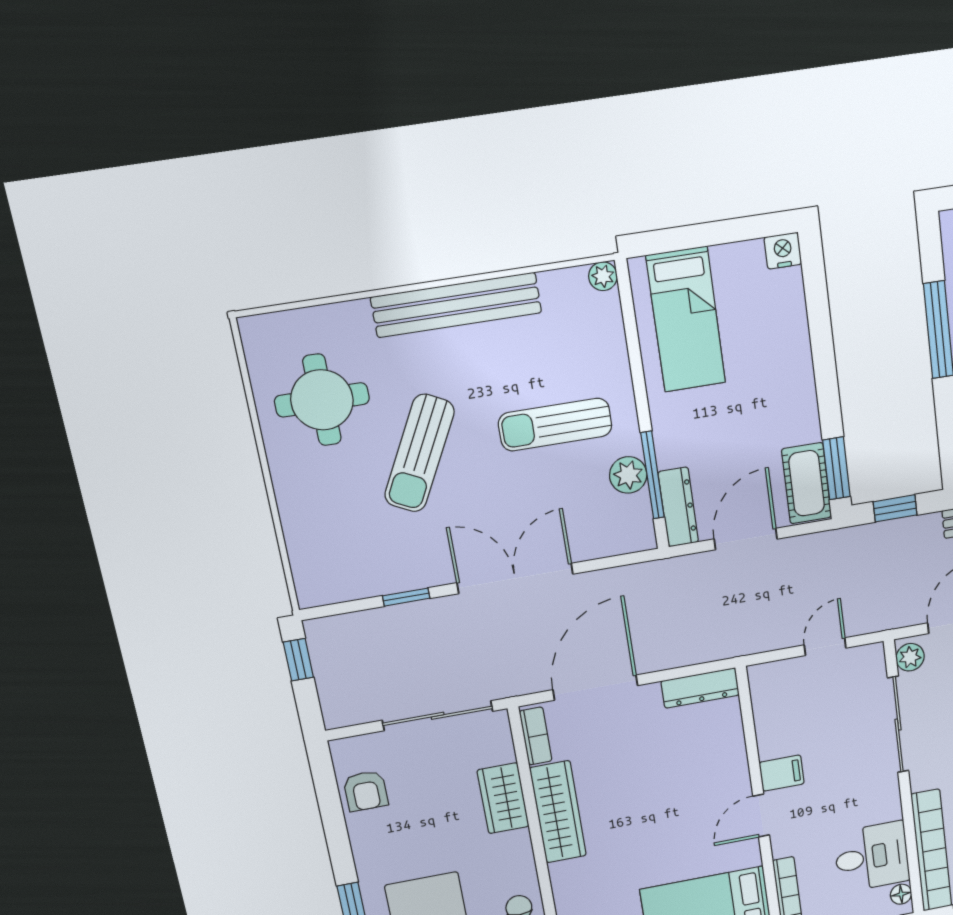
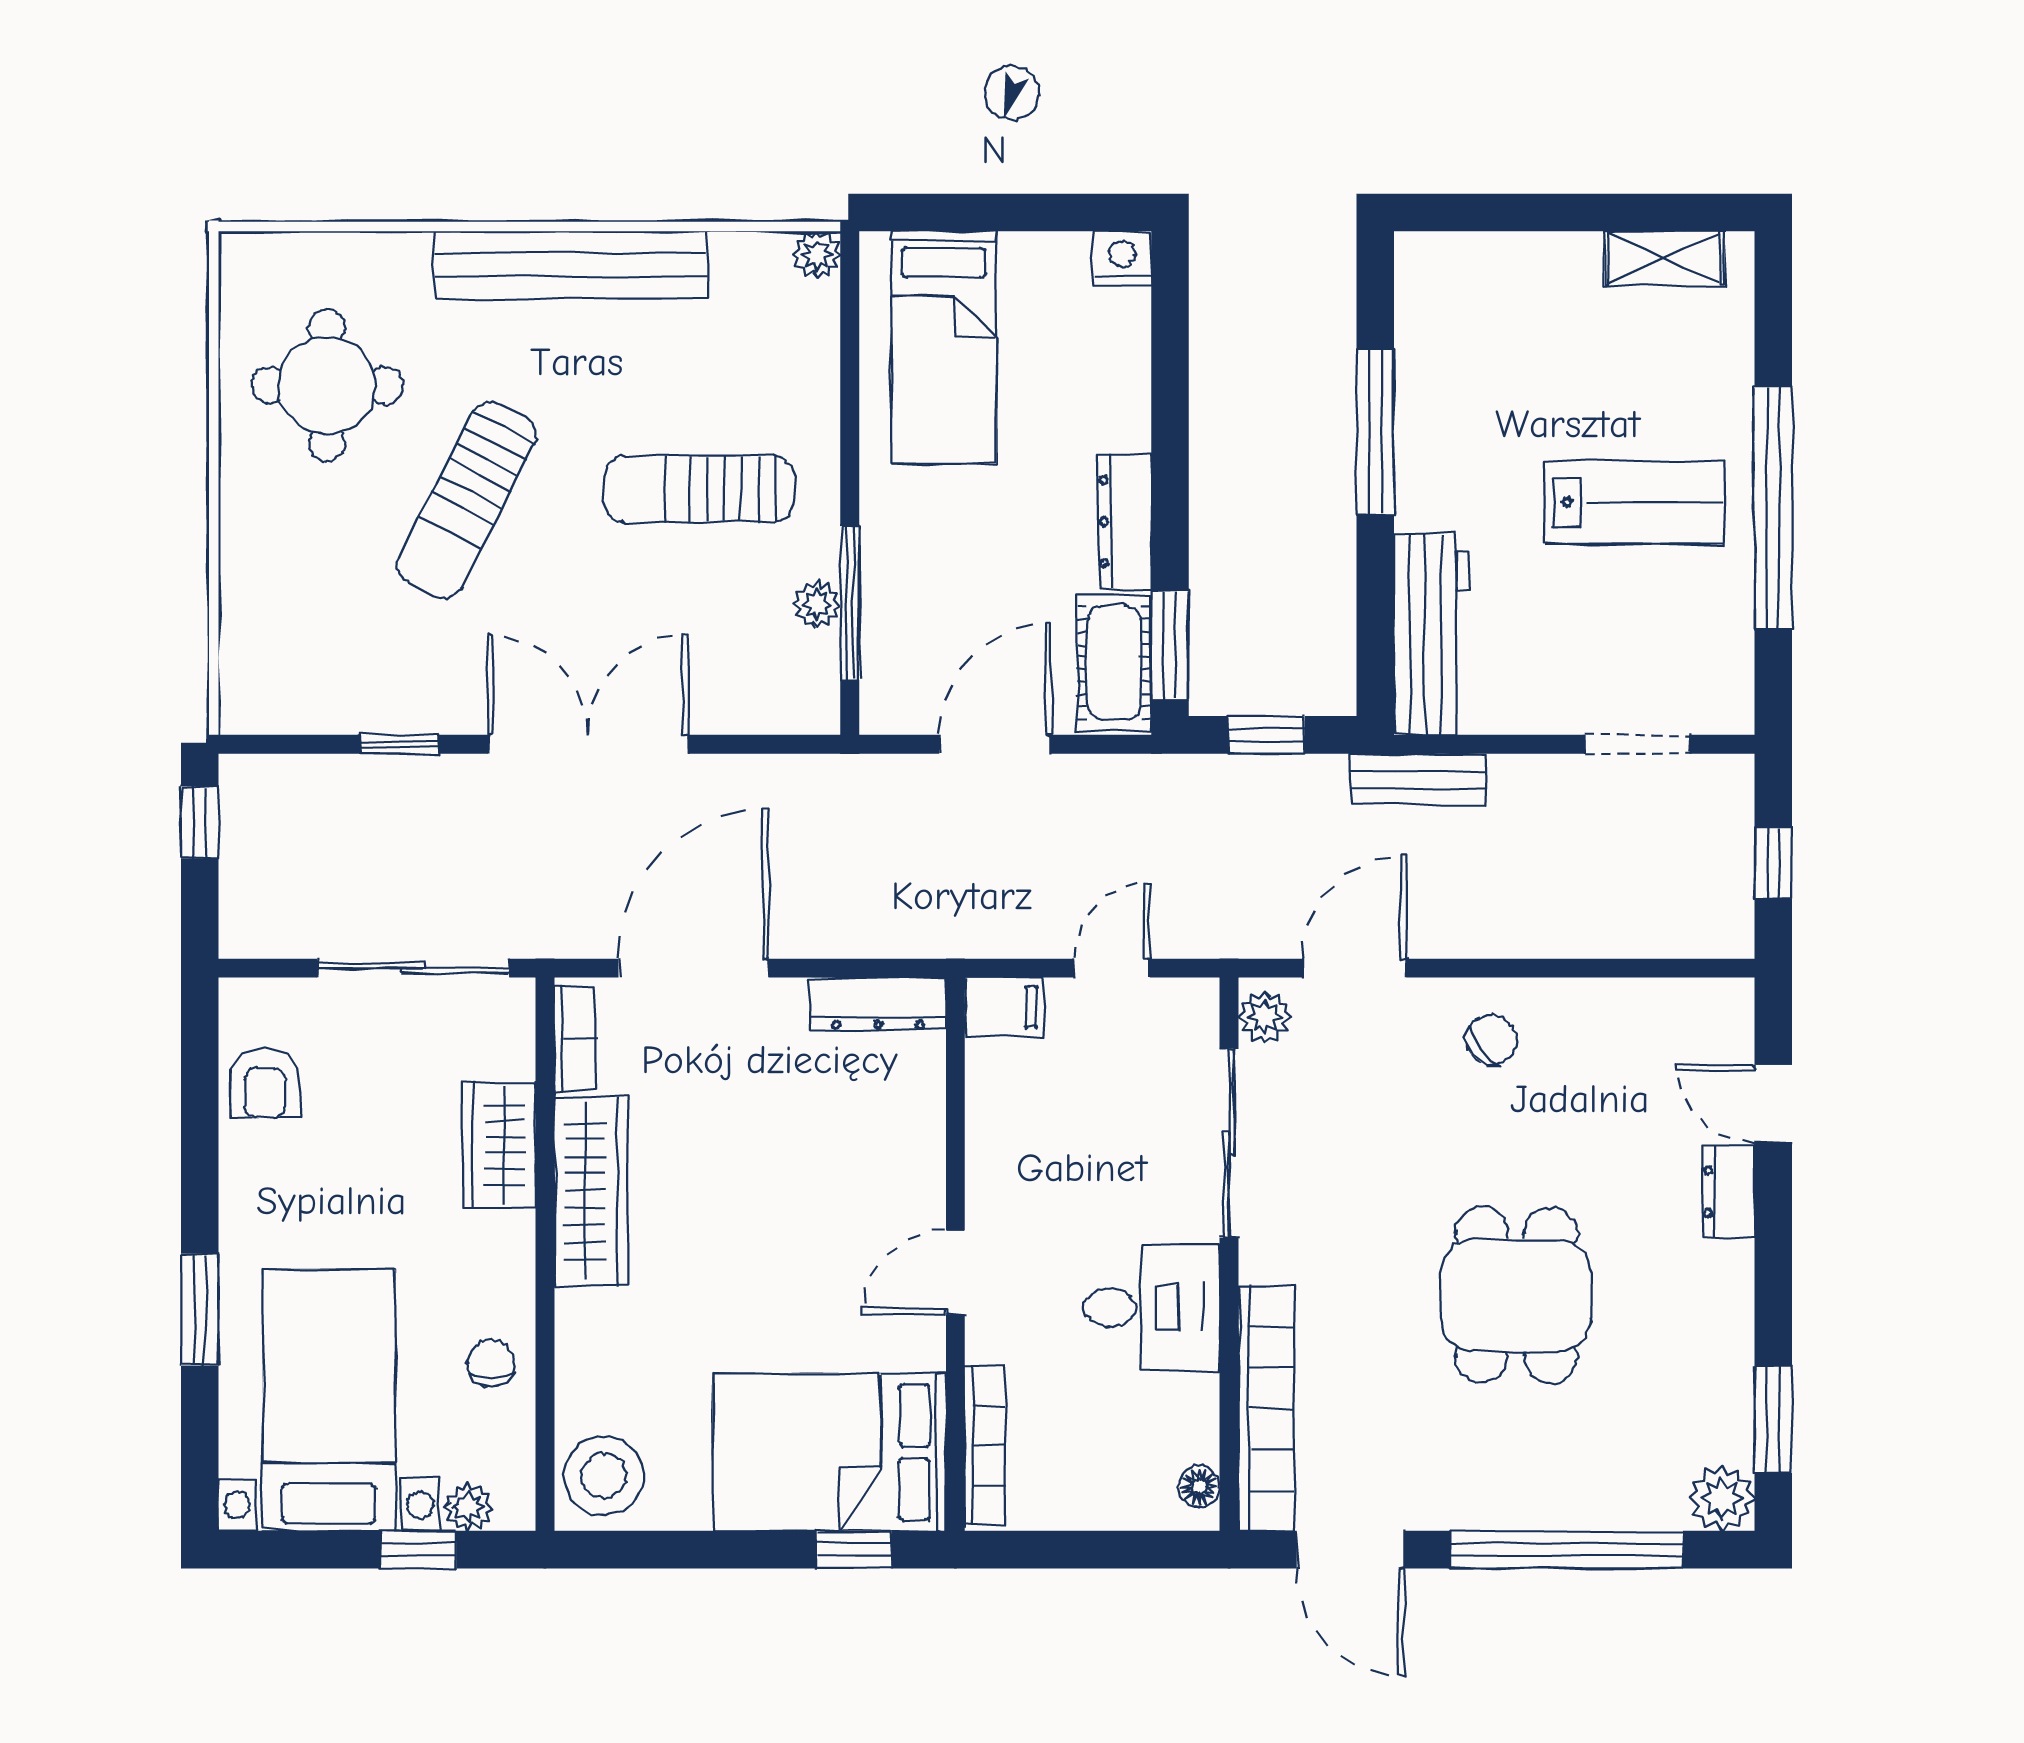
plant: (628, 475) -> (817, 605), width x0.73, depth x0.73
dresser: (678, 507) -> (1125, 522), moved, turned 180
filing cabinet: (782, 773) -> (1004, 1007), moved
desk: (872, 857) -> (1152, 1307), moved

